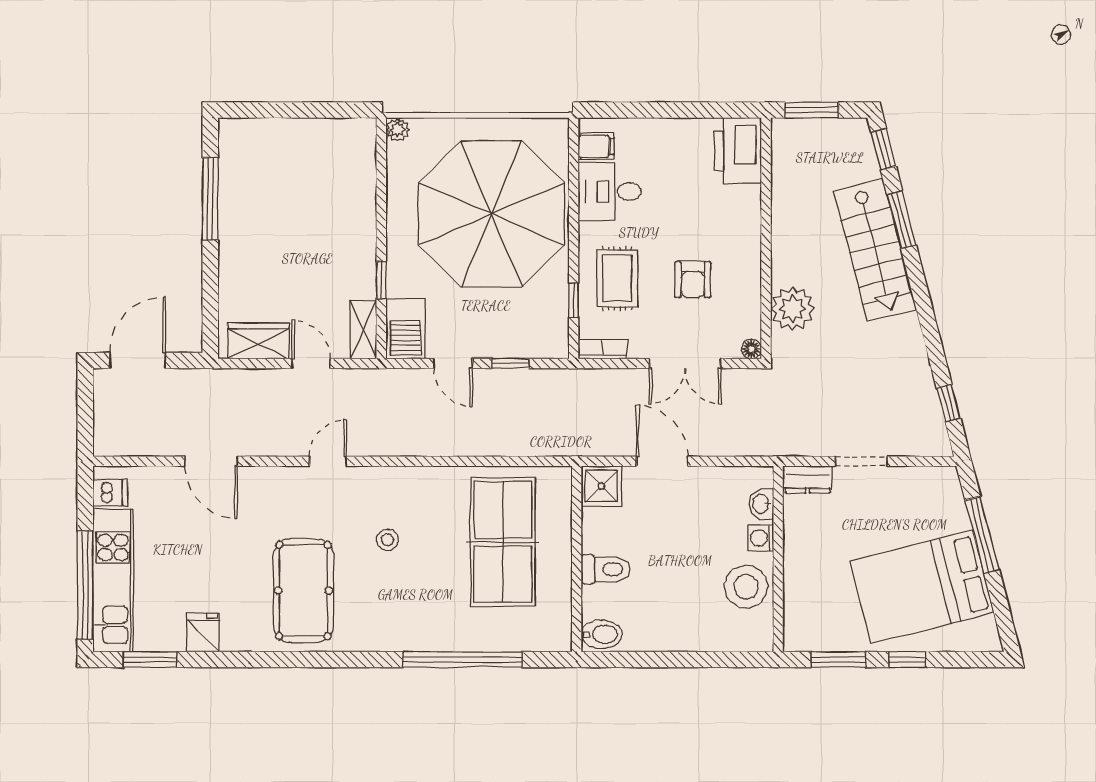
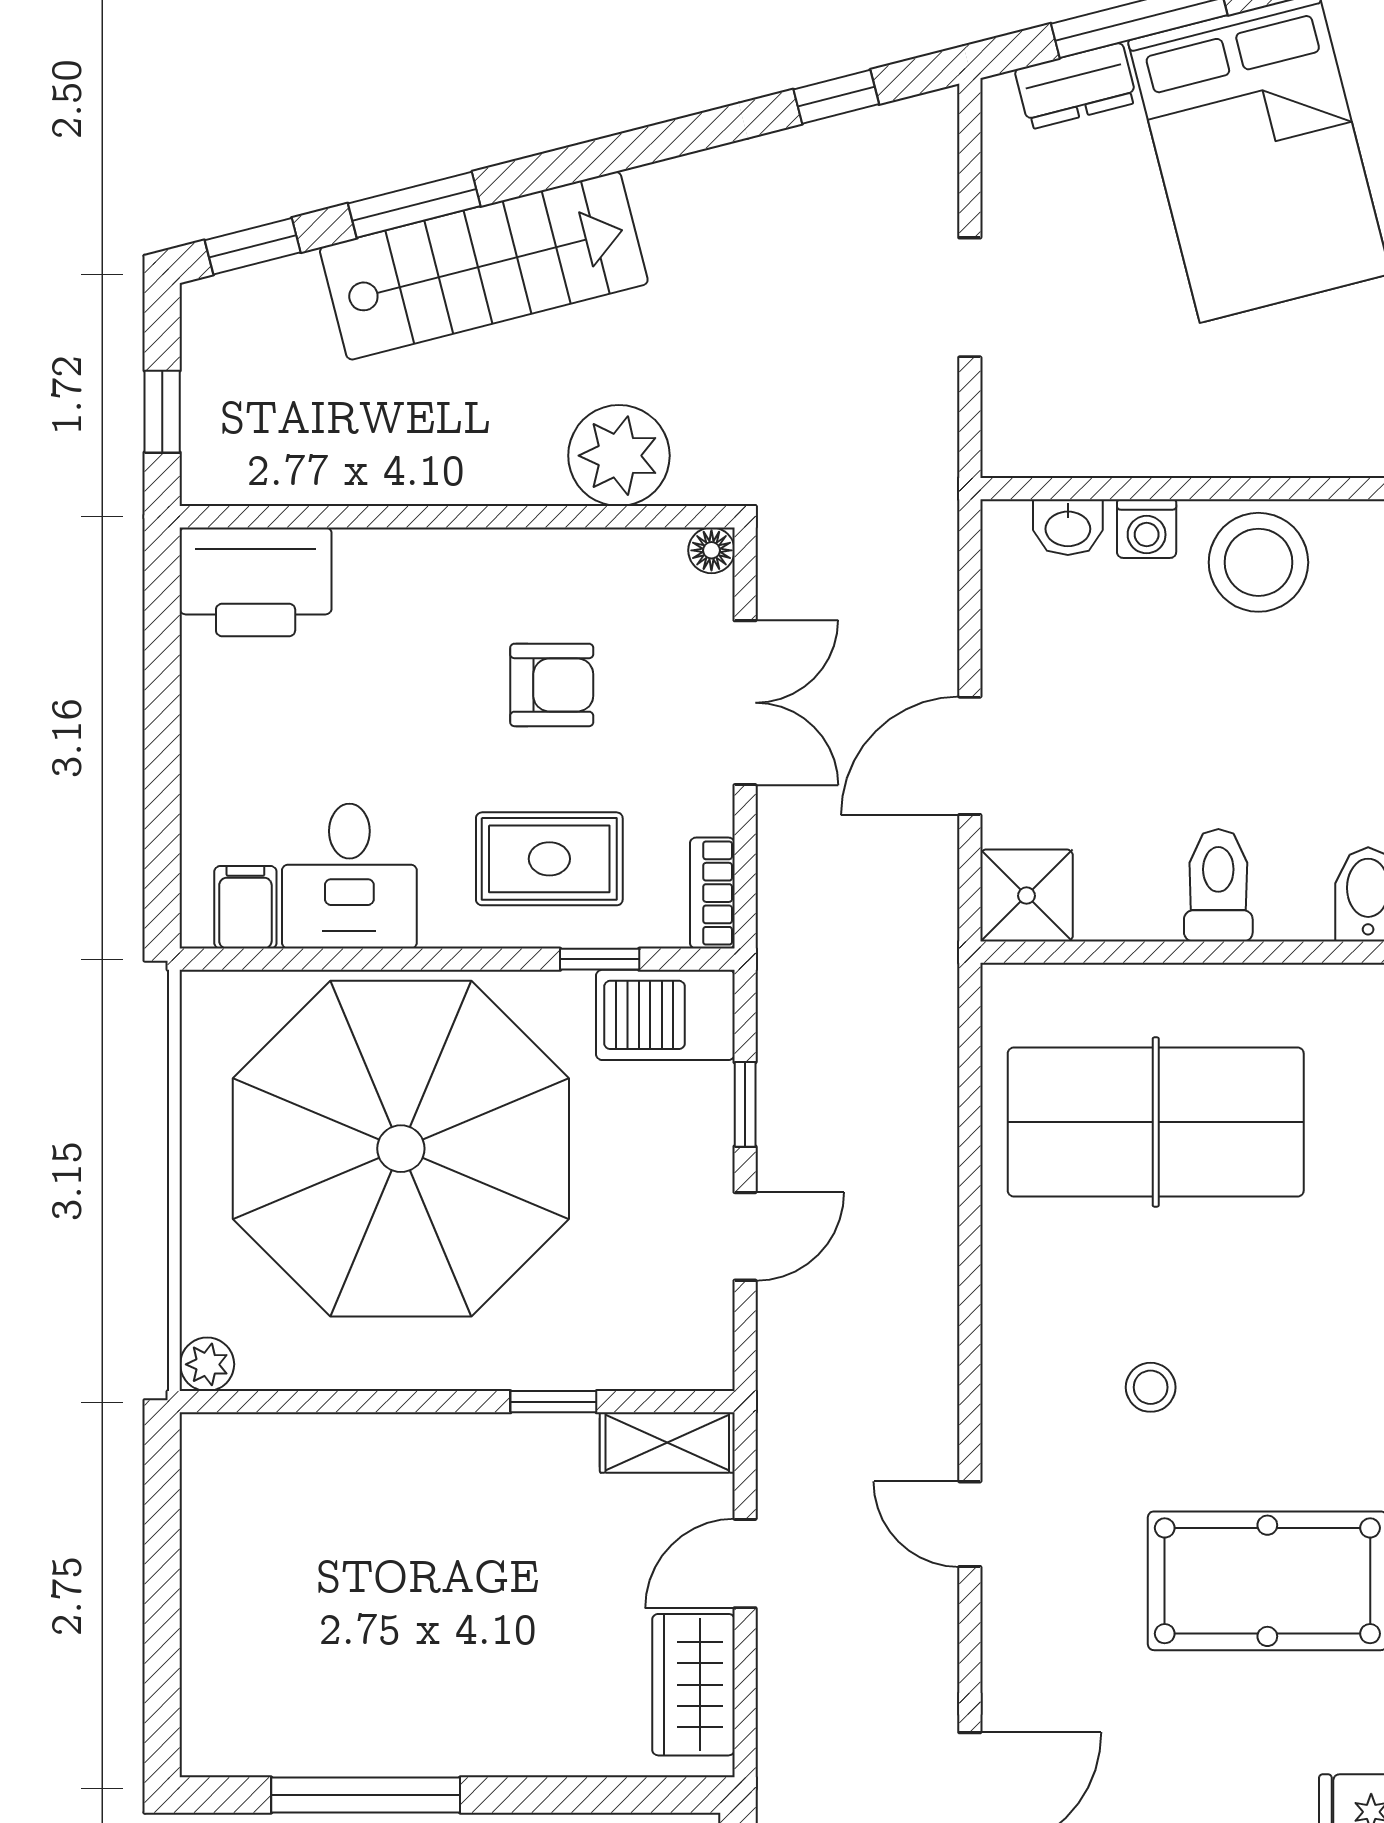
window: (812, 110) -> (162, 412), width x0.67
barbecue: (405, 329) -> (665, 1015), moved, turned 180
dresser: (808, 479) -> (1076, 86), moved, turned 76

